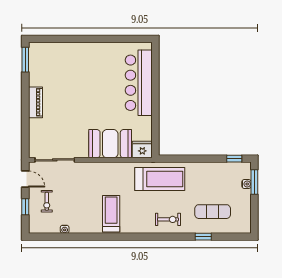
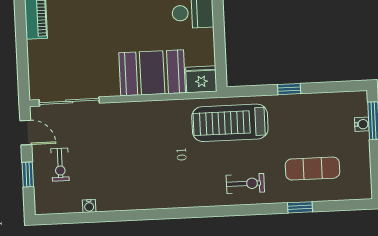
window: (234, 159) -> (289, 89), moved
treadmill: (160, 179) -> (230, 123), turned 180
treadmill: (111, 214) -> (159, 179), removed

